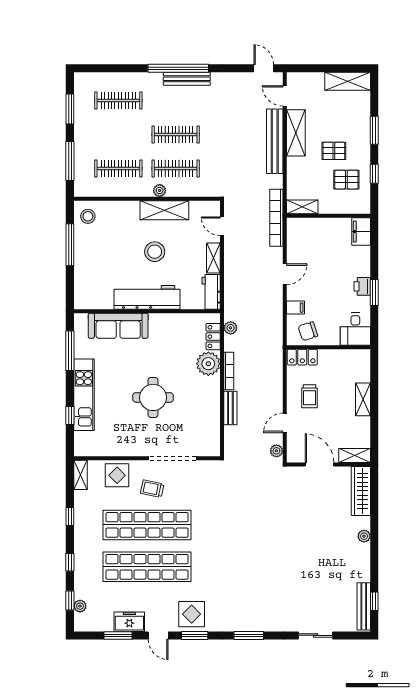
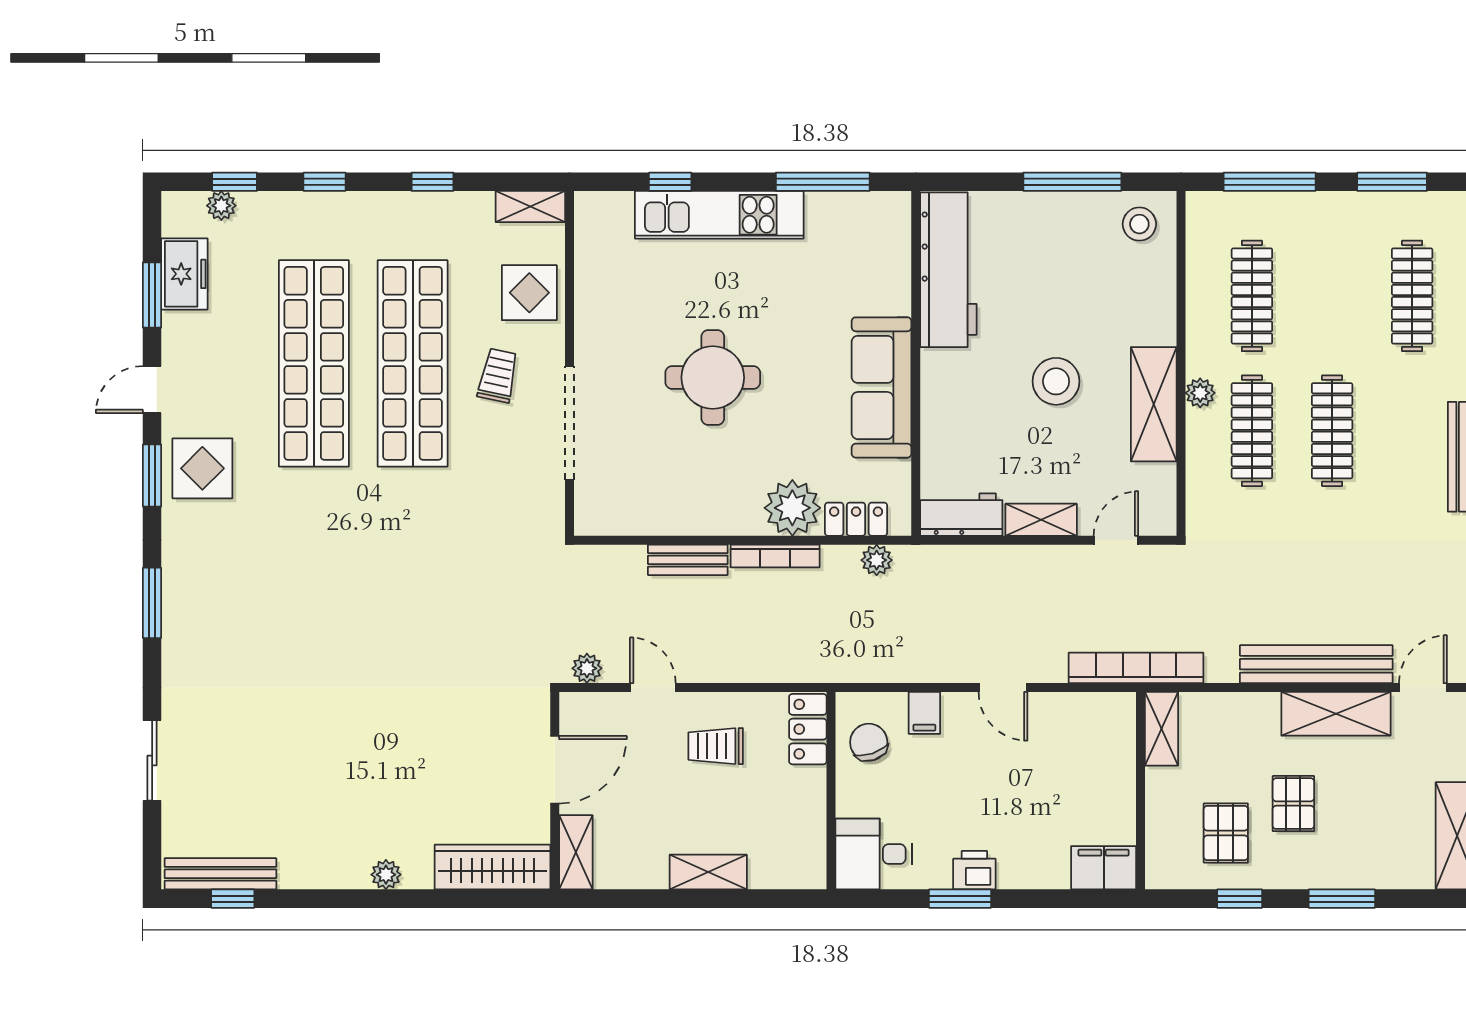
workbench: (147, 297) -> (948, 270), moved
sofa: (118, 326) -> (881, 387), moved
freezer: (129, 622) -> (184, 274), moved

